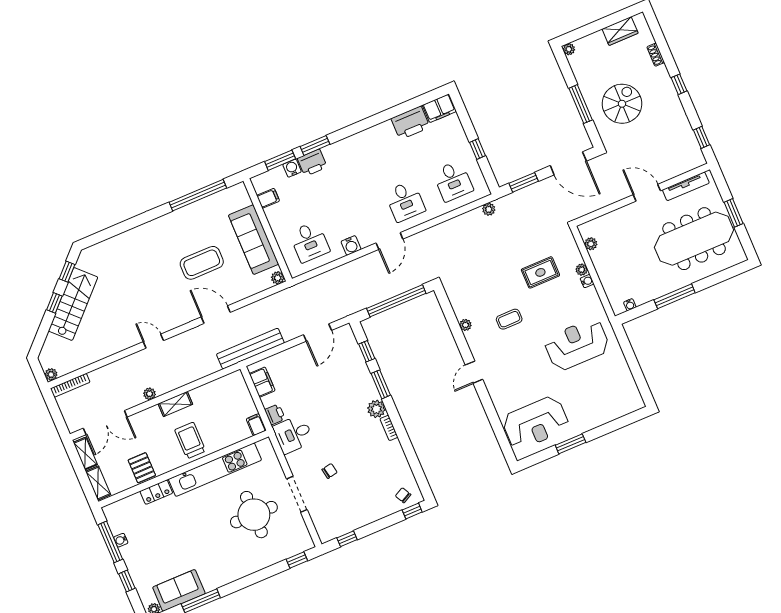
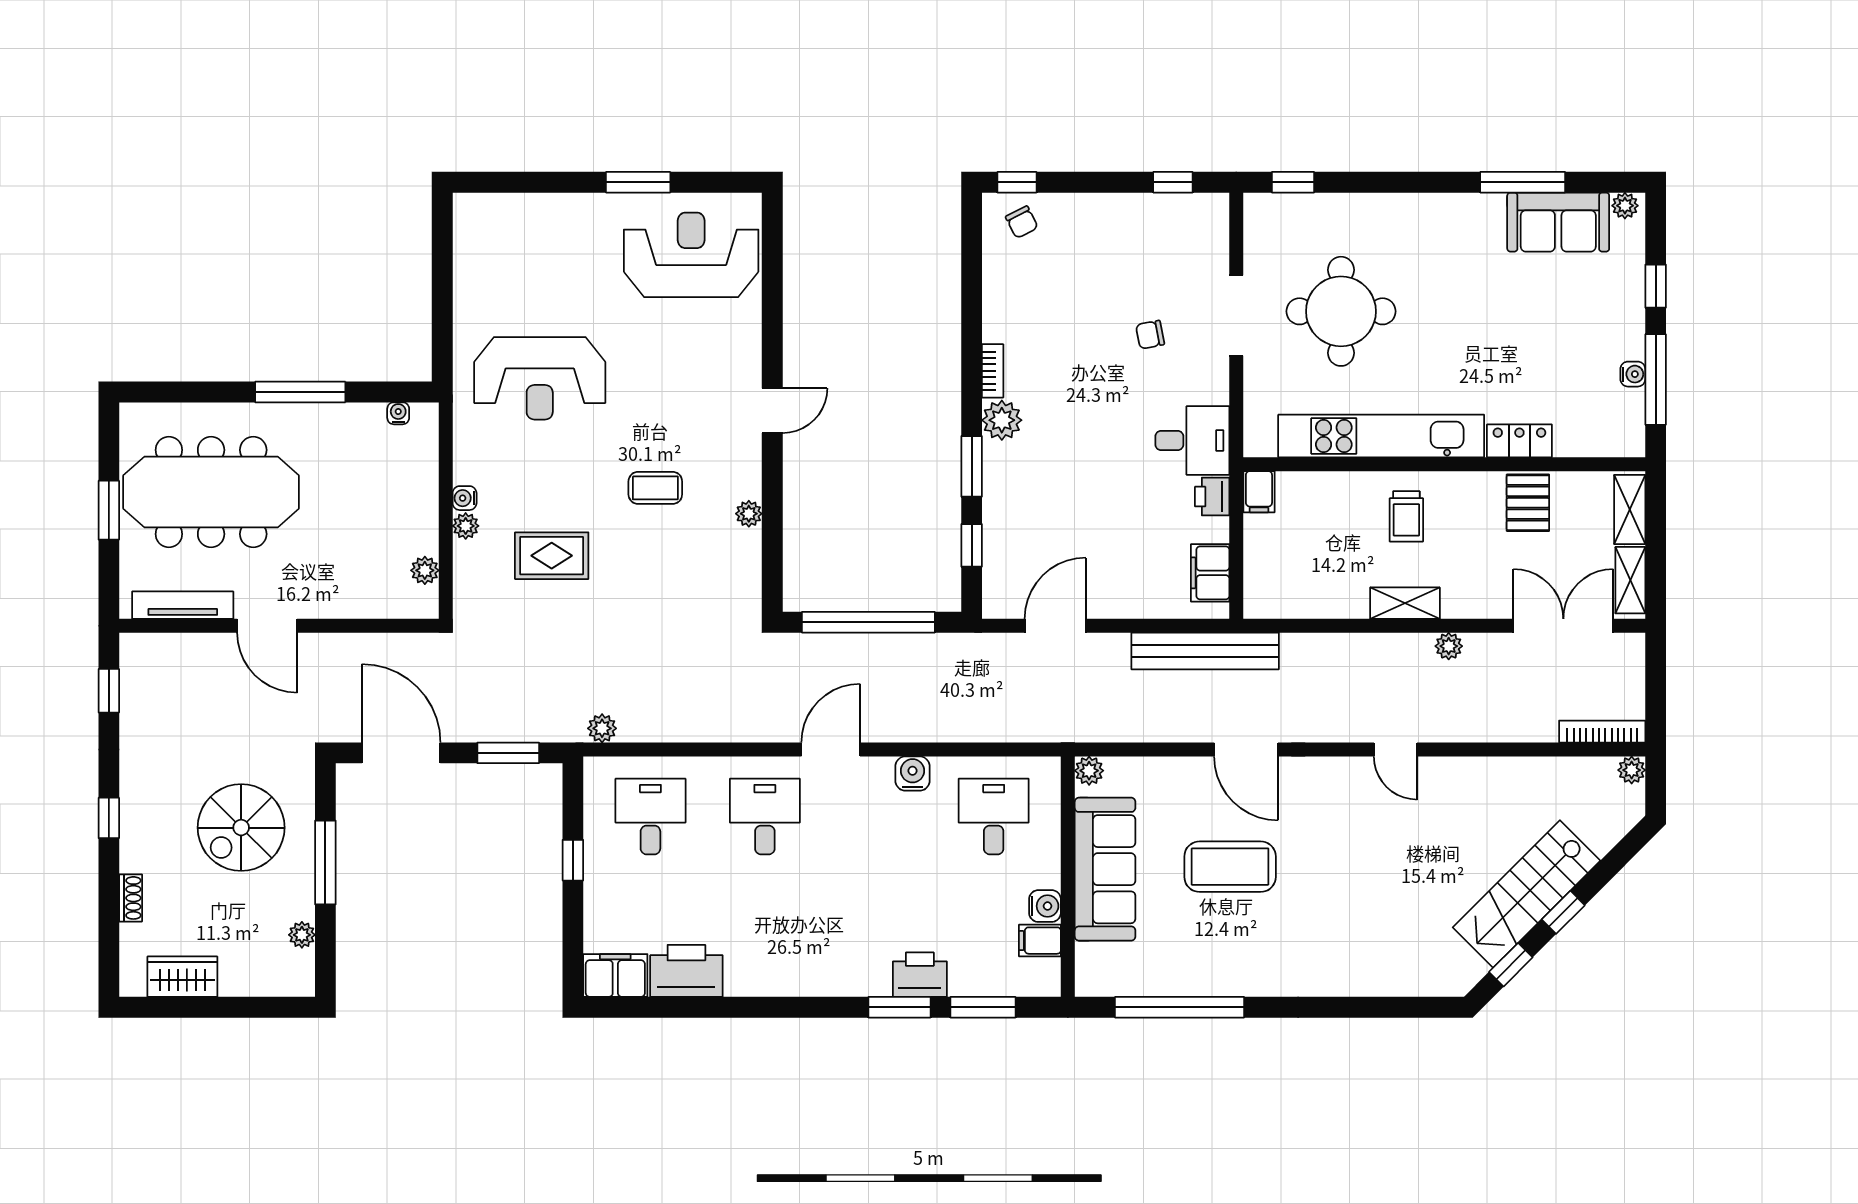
plant: (569, 49) -> (302, 935), moved
water cooler: (292, 168) -> (1045, 906), moved, turned -90
trolley: (190, 441) -> (1406, 516), width x0.73, depth x0.72

